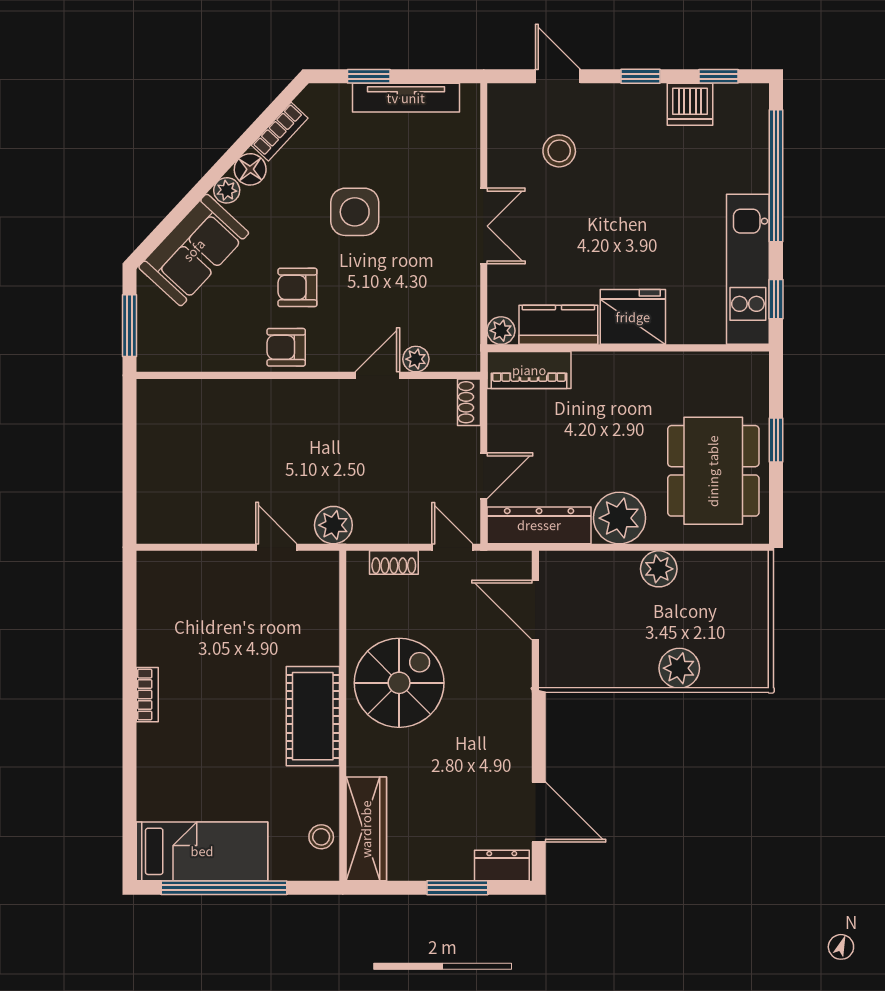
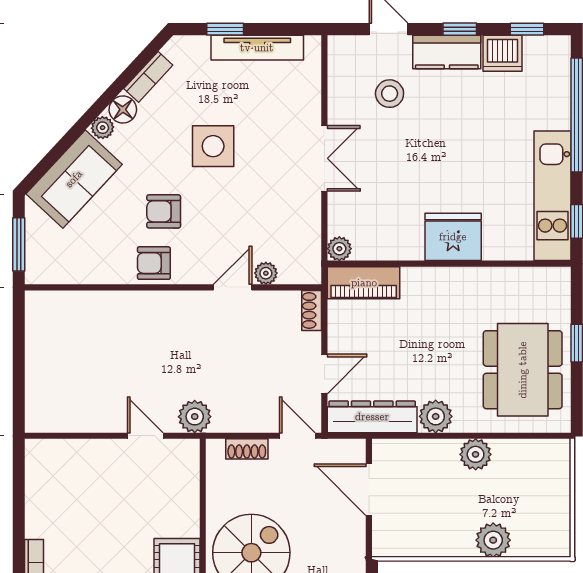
kitchen counter: (558, 325) -> (447, 52), moved, turned 180
plant: (619, 518) -> (436, 416), width x0.73, depth x0.73

